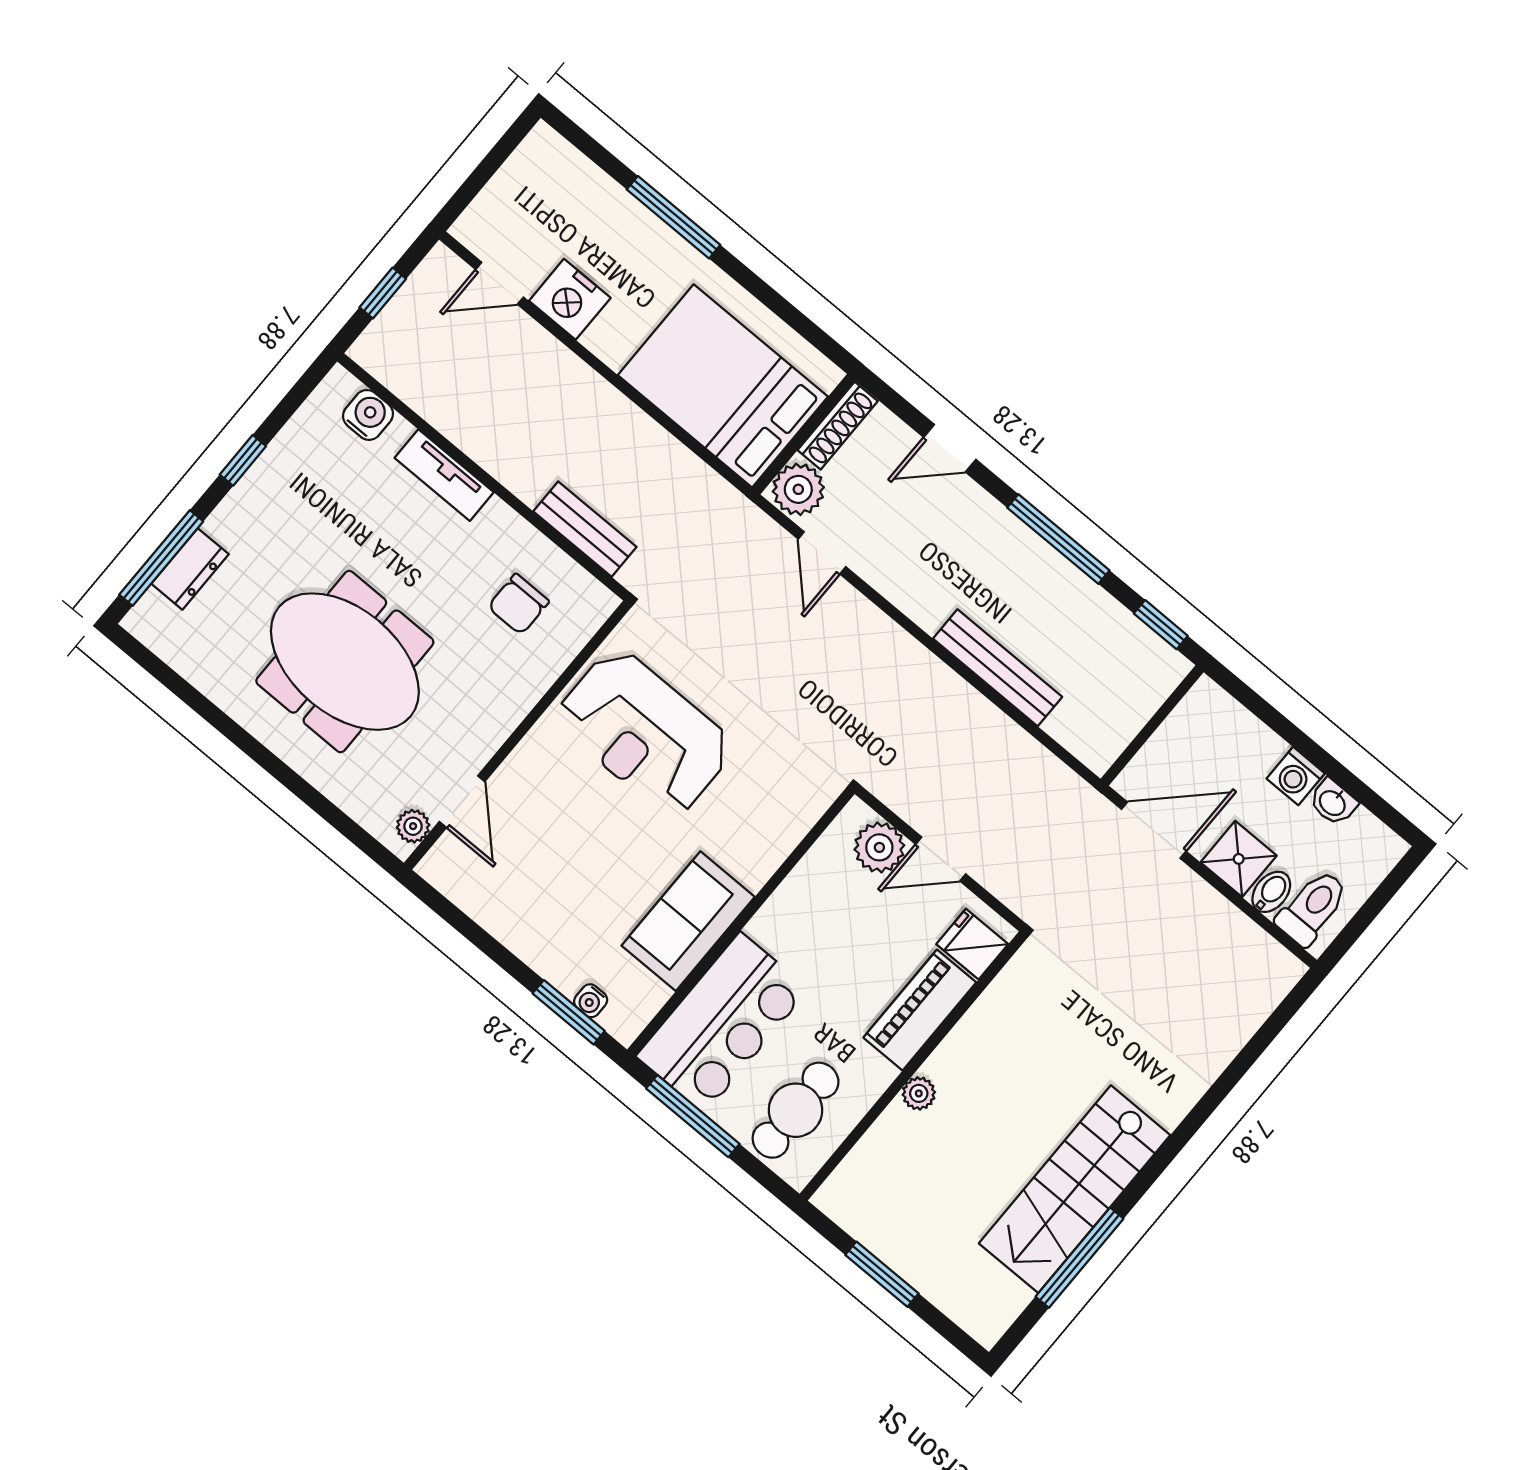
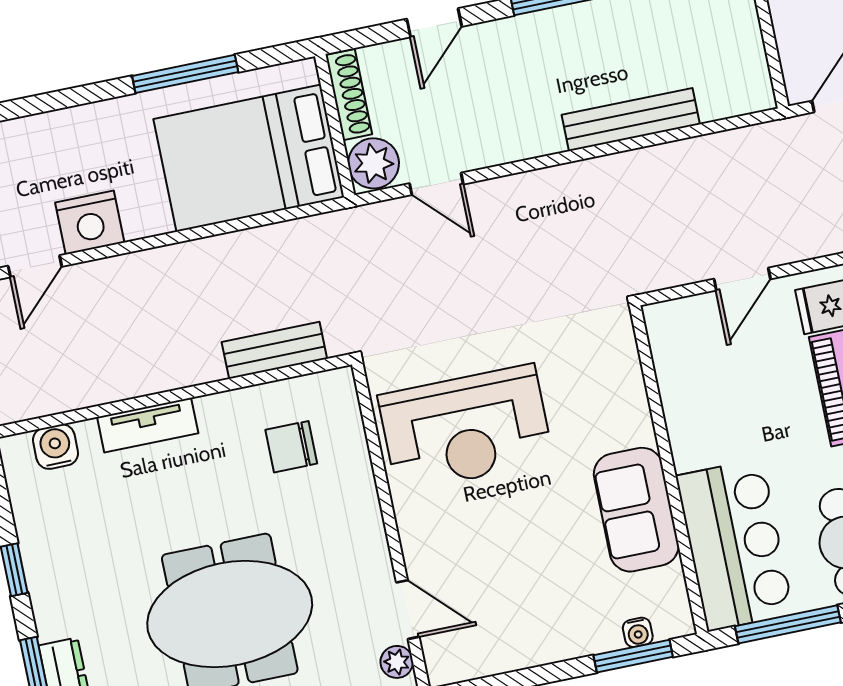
window: (674, 217) -> (185, 74), moved
chair: (518, 604) -> (291, 447), turned 90
plant: (879, 847) -> (696, 319), removed

